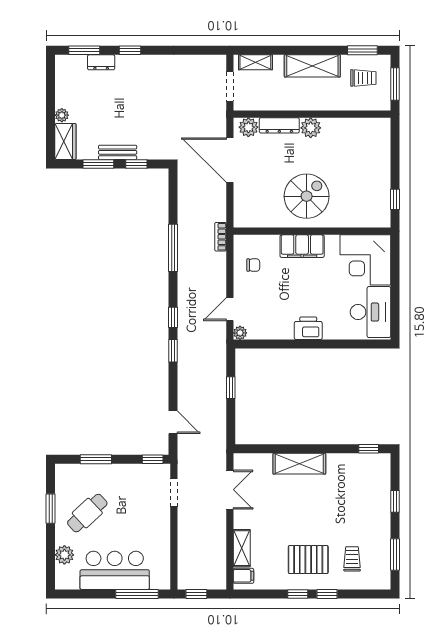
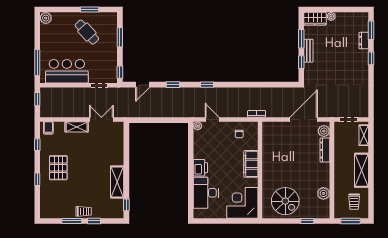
window: (362, 50) -> (371, 201), removed
plant: (311, 128) -> (323, 193), moved
spiral stairs: (307, 196) -> (285, 201), moved
window: (395, 199) -> (307, 221), moved
window: (173, 248) -> (250, 85), removed
desk: (370, 312) -> (206, 193), moved, turned 90
window: (173, 351) -> (173, 85), moved
window: (231, 388) -> (164, 120), removed
shelving: (299, 464) -> (117, 182), moved
double door: (230, 490) -> (101, 120), swing flipped
shelving: (242, 548) -> (77, 127), moved
window: (395, 554) -> (72, 221), moved
plant: (64, 555) -> (46, 18), moved
trolley: (352, 559) -> (84, 211), moved
bar counter: (115, 570) -> (67, 71), moved, turned -90
window: (298, 594) -> (37, 145), moved

